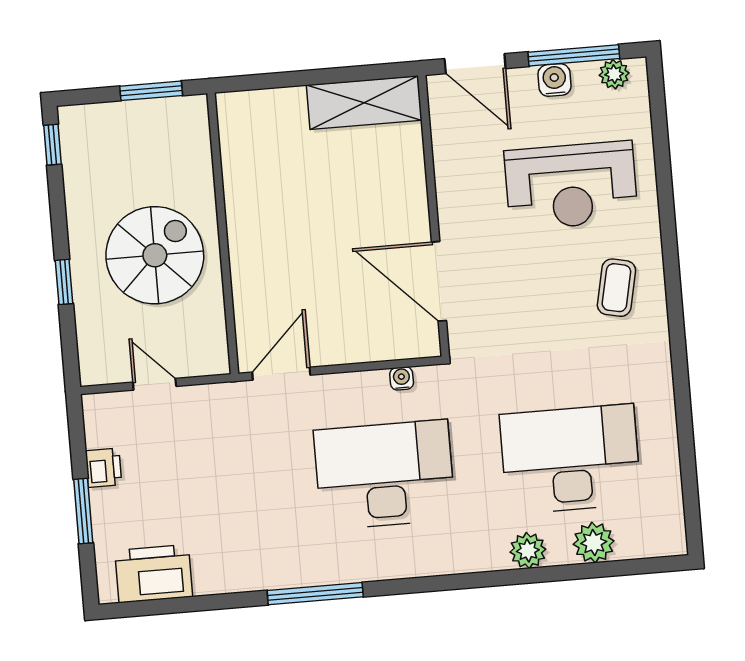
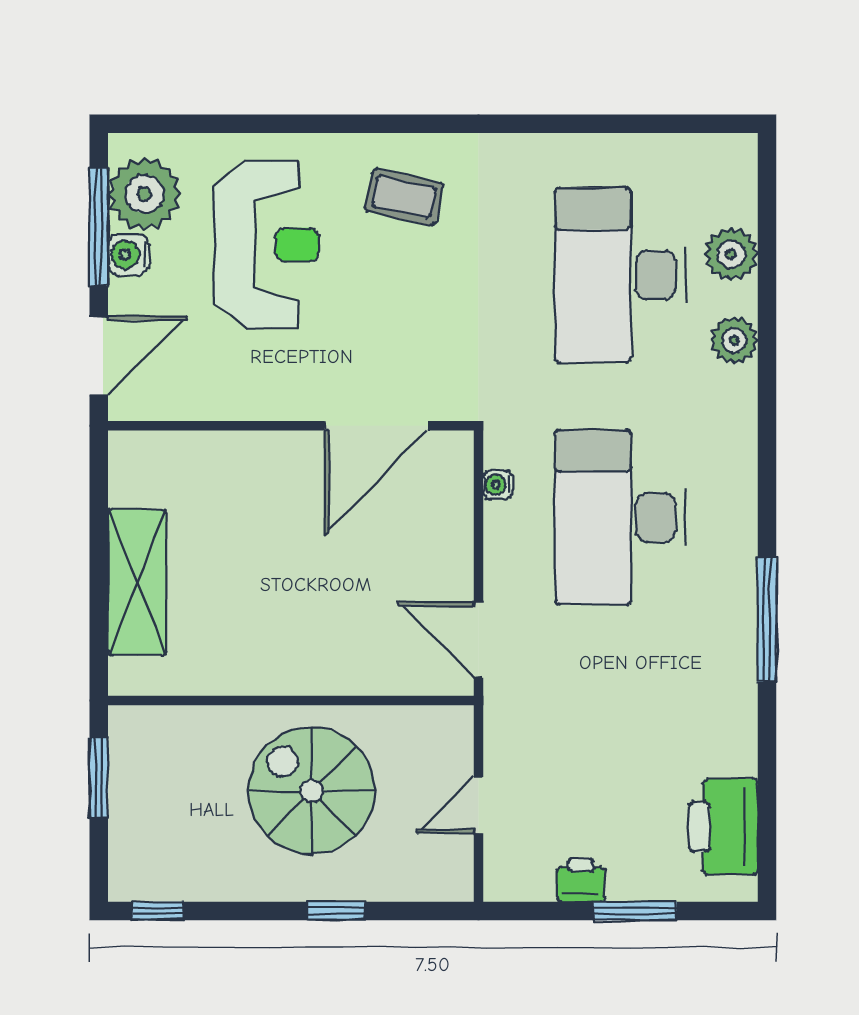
plant: (614, 74) -> (144, 194), width x1.88, depth x1.88
shelving: (364, 103) -> (137, 582), moved

